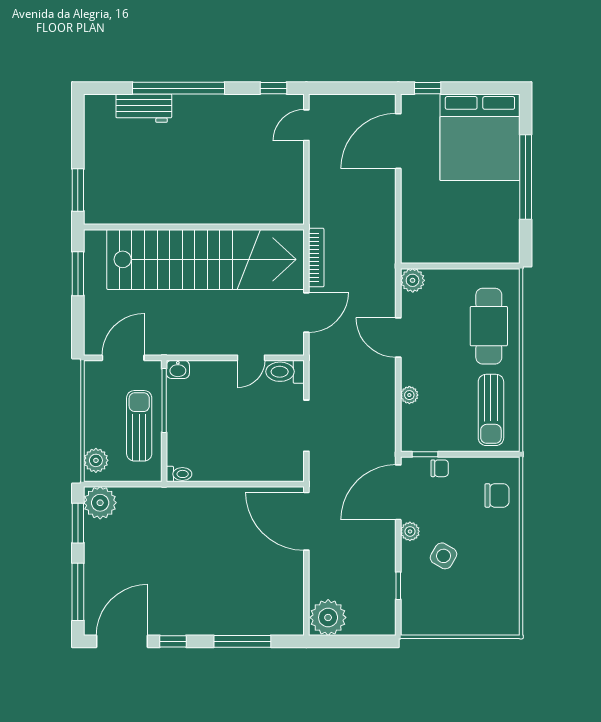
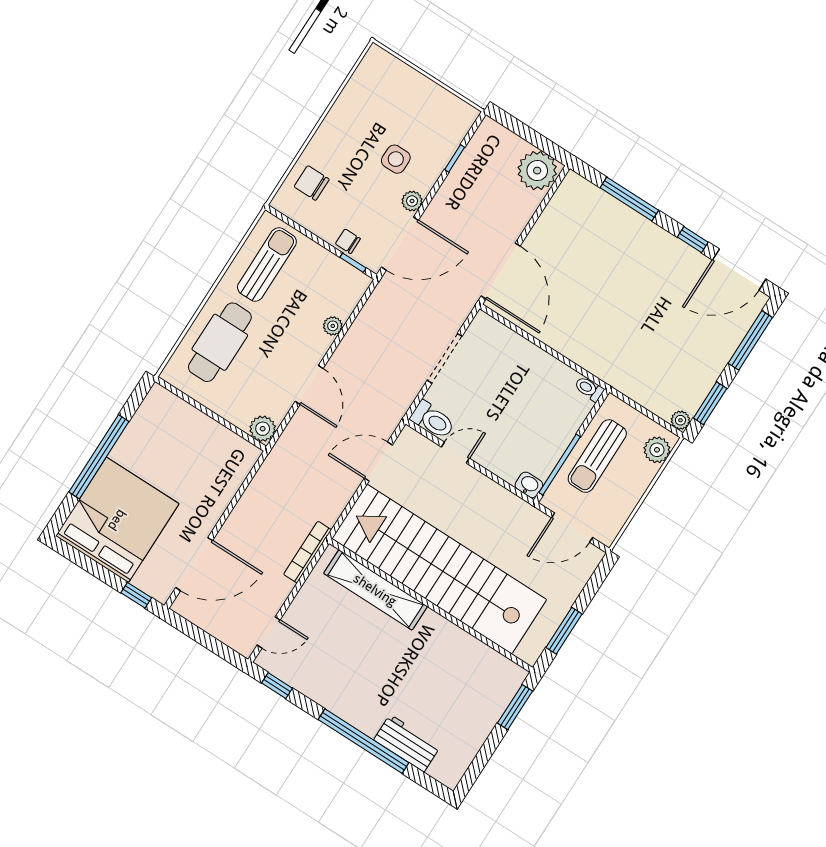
shelving: (245, 211) -> (375, 590), added
bookcase: (316, 258) -> (308, 552), moved
plant: (100, 503) -> (680, 420), width x0.53, depth x0.53
side table: (444, 556) -> (396, 159), turned -30

